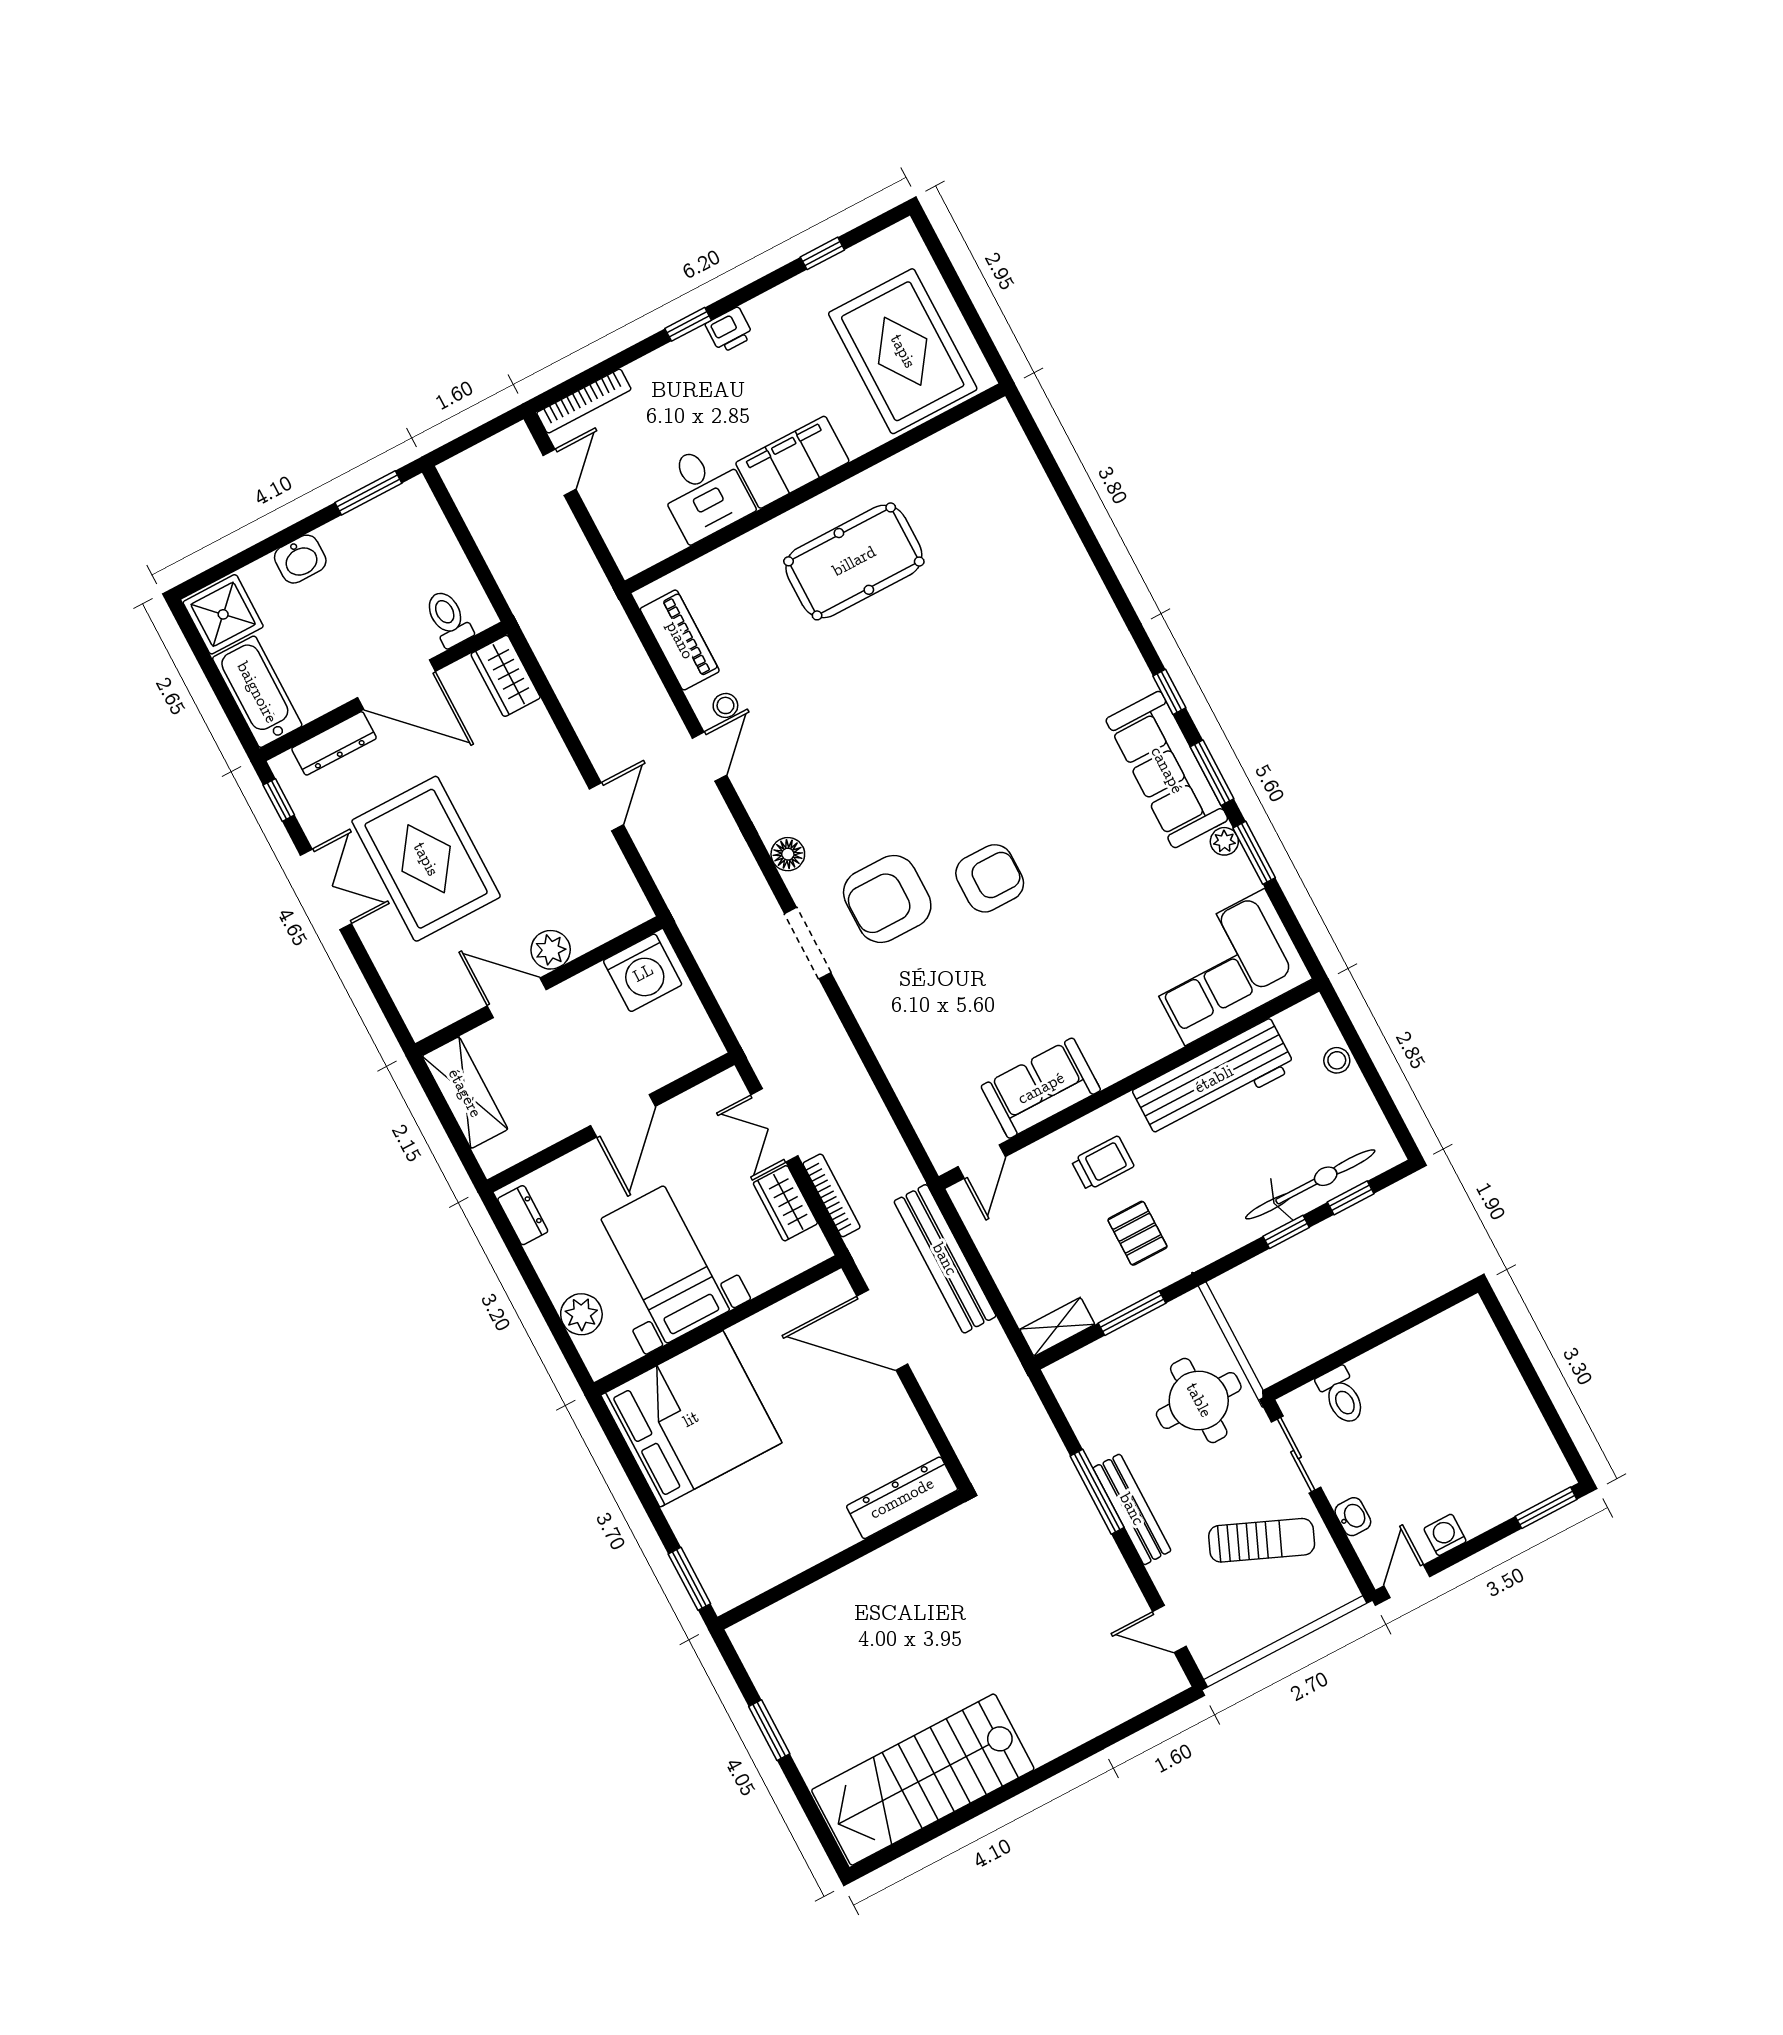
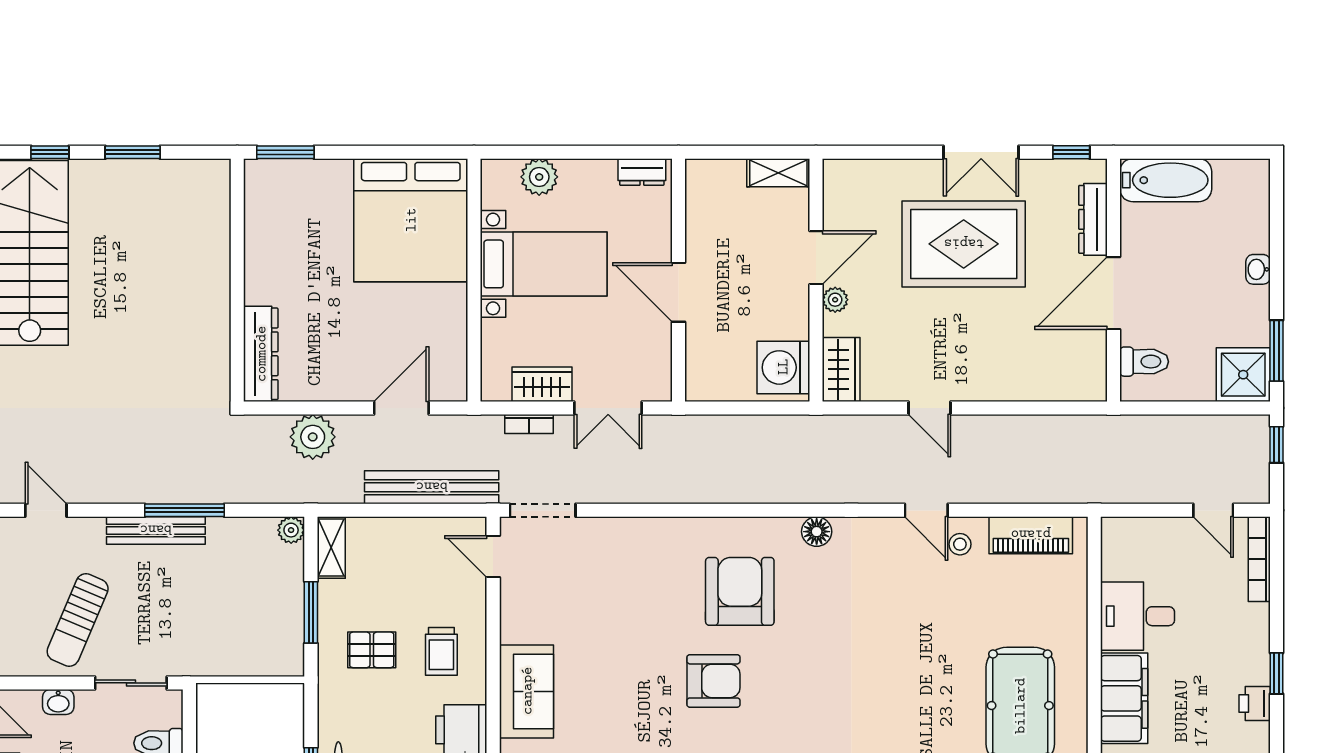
window: (461, 444) -> (1277, 445), added
washbasin: (300, 559) -> (1258, 269), width x0.72, depth x0.69
shower: (223, 614) -> (1243, 375), moved
wardrobe: (506, 676) -> (841, 369), moved, turned 90
armchair: (990, 878) -> (713, 681), turned -90
doorway: (808, 943) -> (543, 510), moved
plant: (551, 950) -> (835, 300), width x0.73, depth x0.73
sofa: (1041, 1088) -> (527, 691), moved
shelving: (465, 1093) -> (778, 173), width x0.67, depth x0.75
double door: (774, 1125) -> (608, 408), swing flipped
bookcase: (832, 1195) -> (529, 424), width x0.64
door: (882, 1330) -> (401, 408), width x0.73
plant: (1061, 1376) -> (291, 530), added
round table: (1199, 1400) -> (214, 629), removed
plant: (957, 1403) -> (313, 437), added
door: (1169, 1629) -> (46, 510), hinge flipped
window: (812, 1812) -> (50, 152), added

